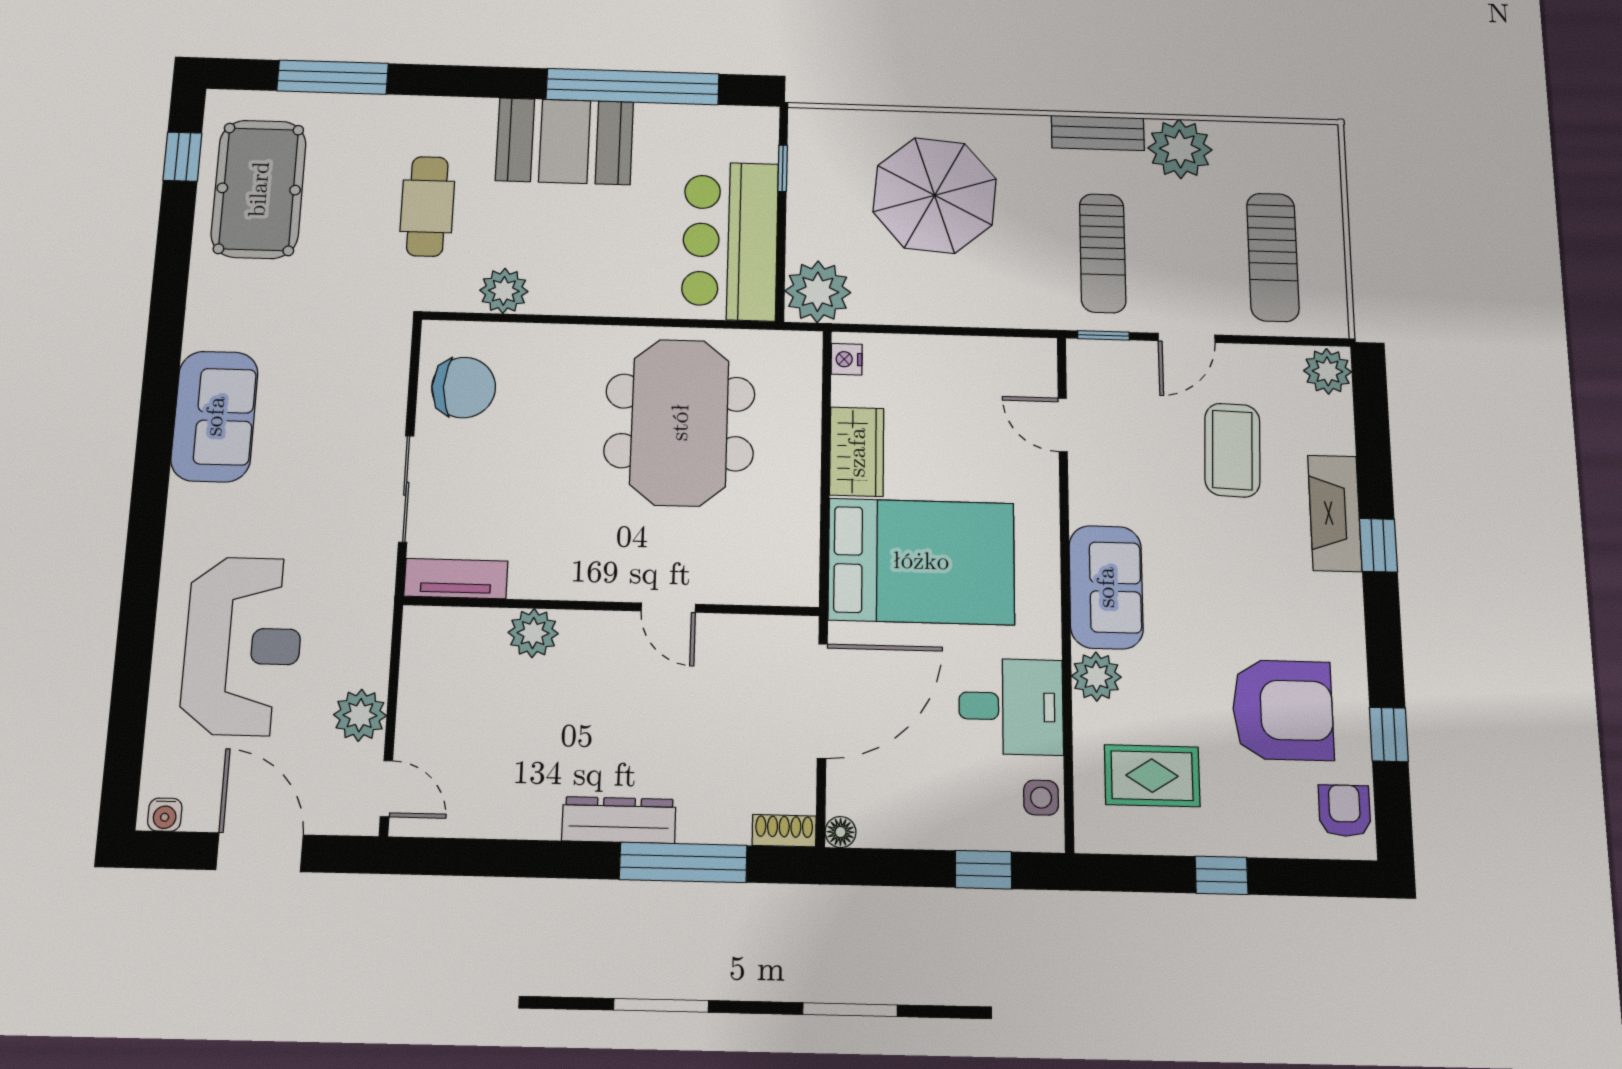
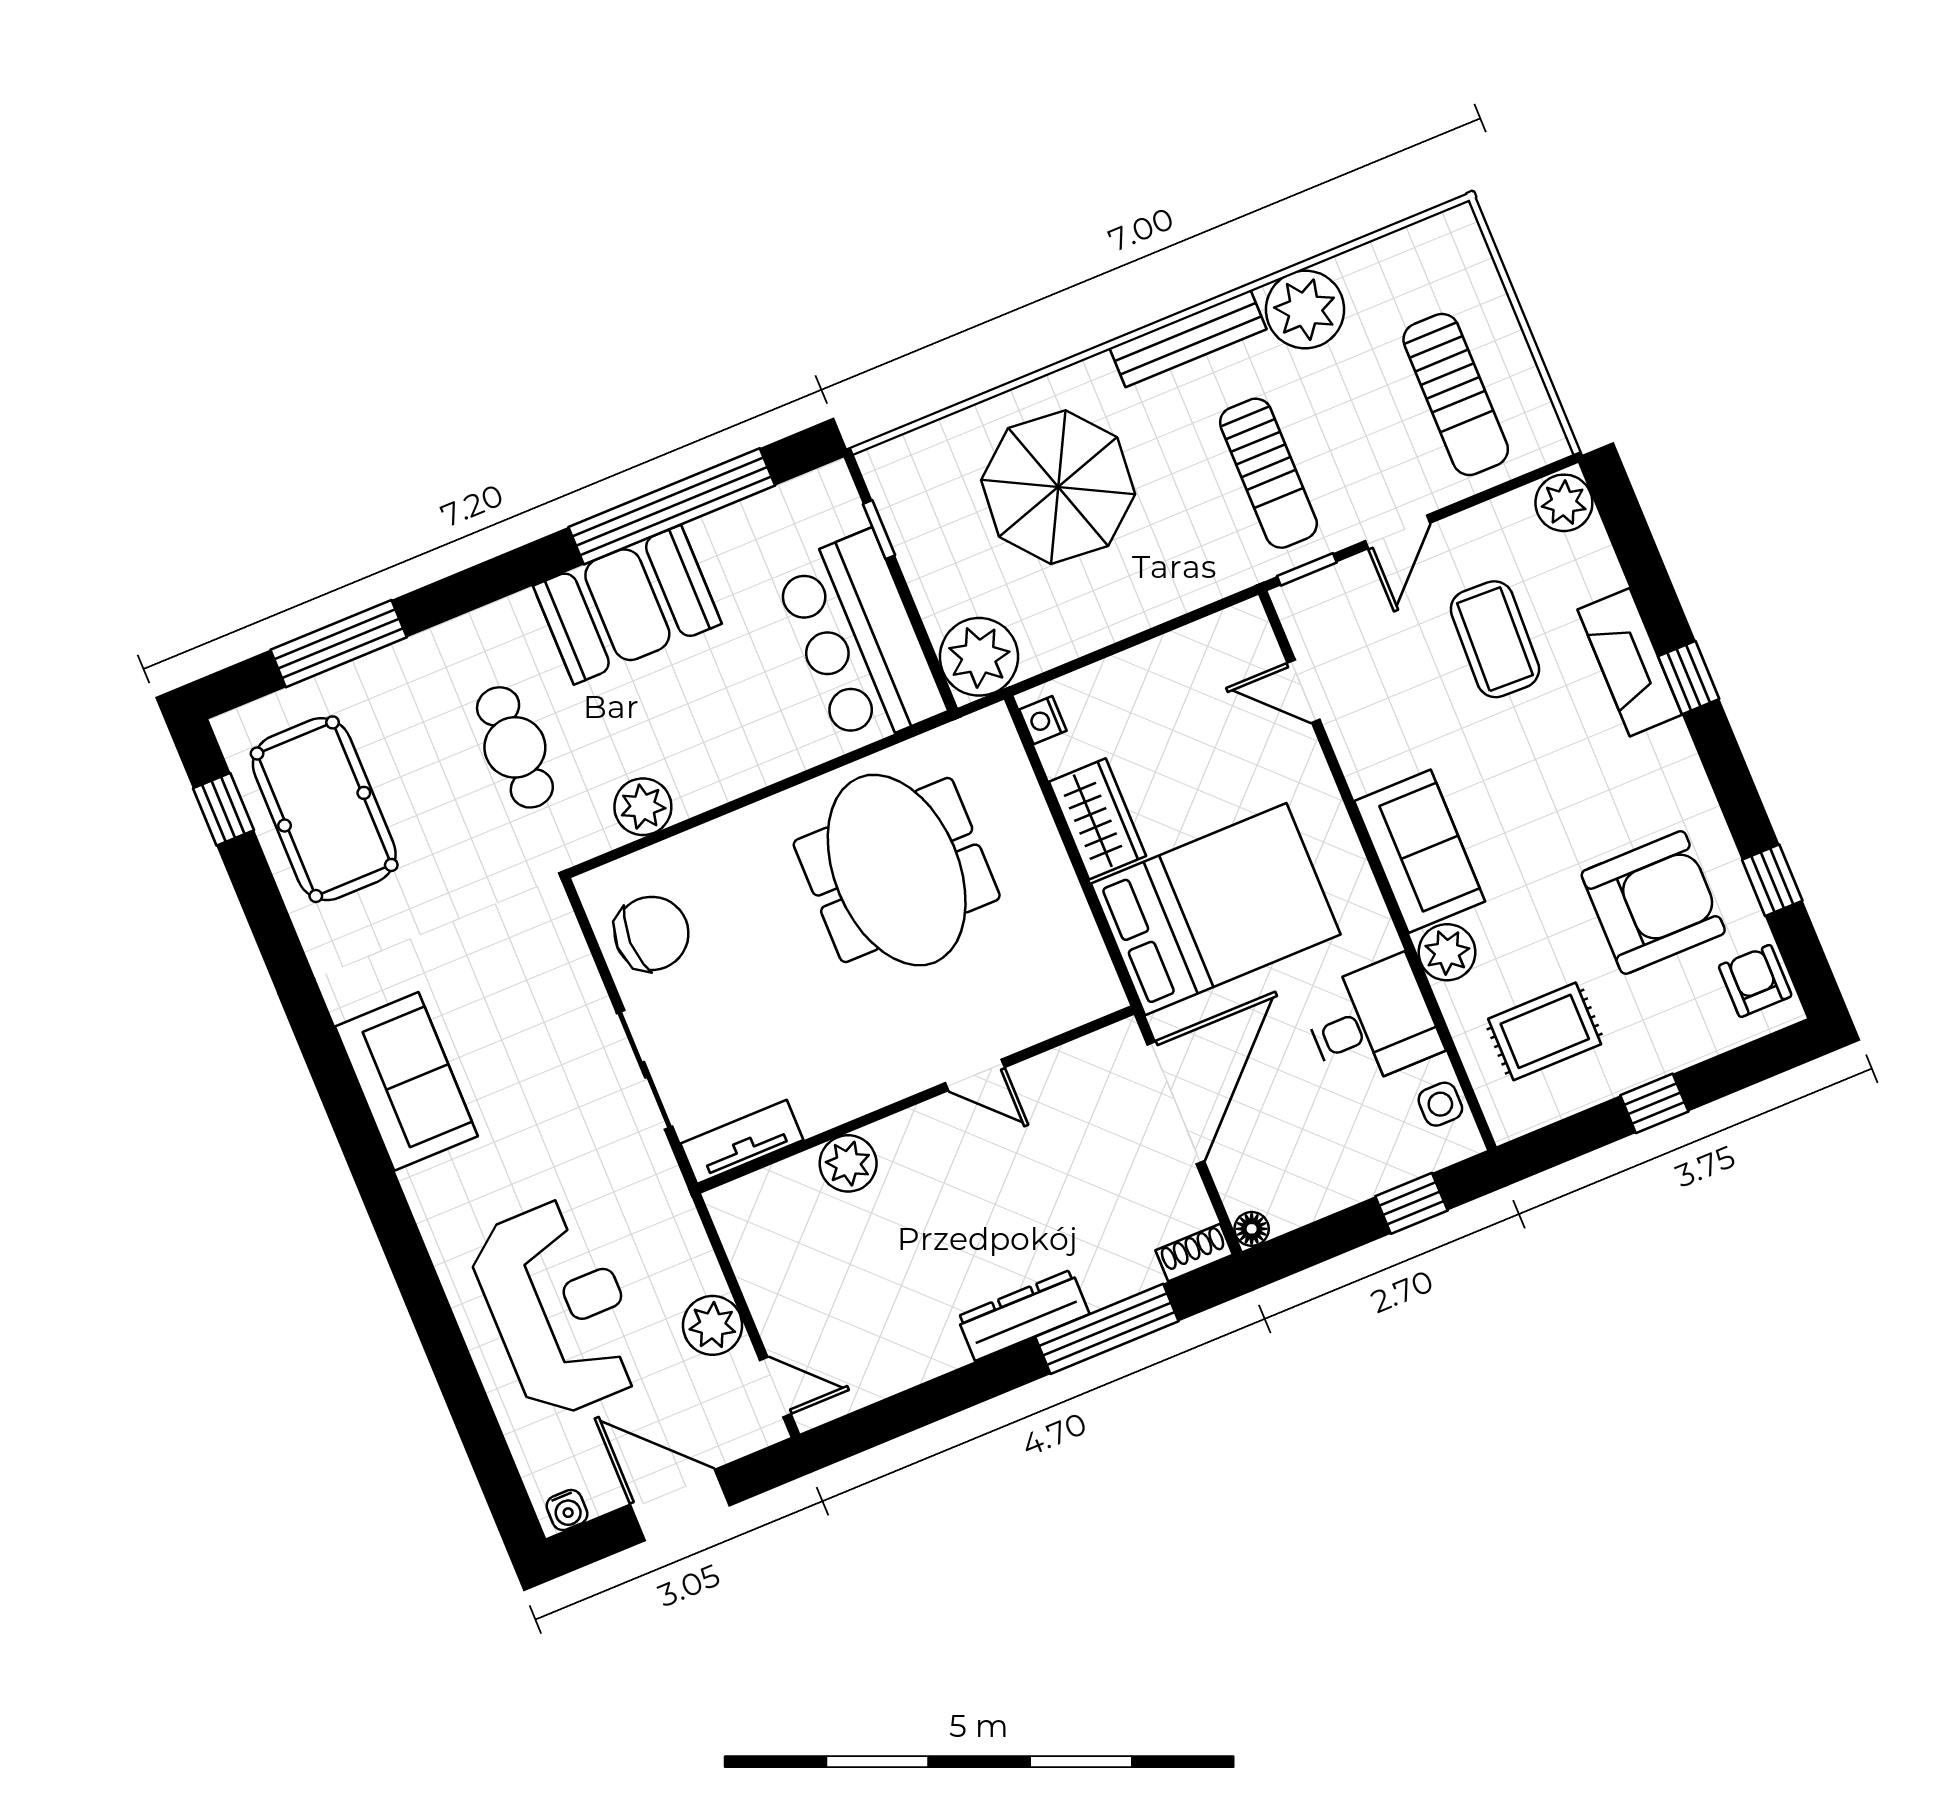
bench: (1098, 133) -> (1188, 339), width x1.36

